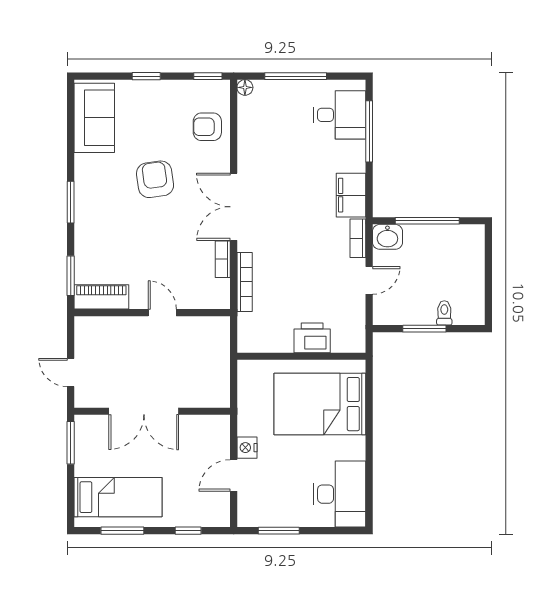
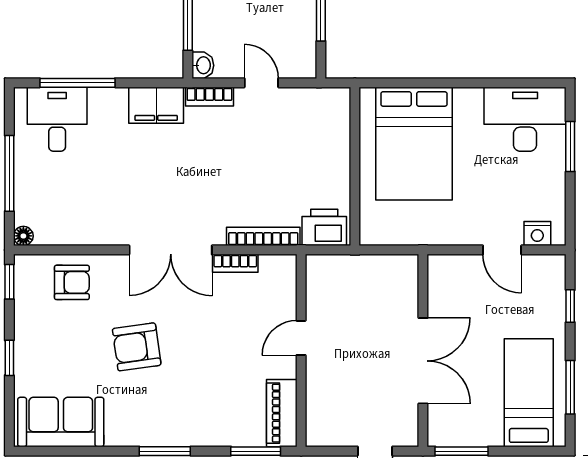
armchair: (207, 127) -> (72, 282), turned -90
washbasin: (387, 237) -> (203, 65), width x0.72, depth x0.69
printer: (312, 338) -> (324, 227), moved, turned 90
nightstand: (247, 448) -> (537, 234), moved
window: (279, 531) -> (570, 147), moved

